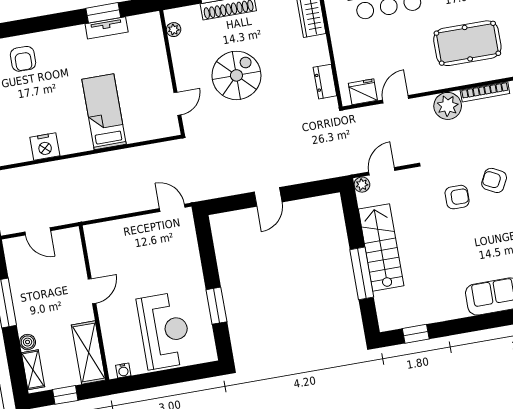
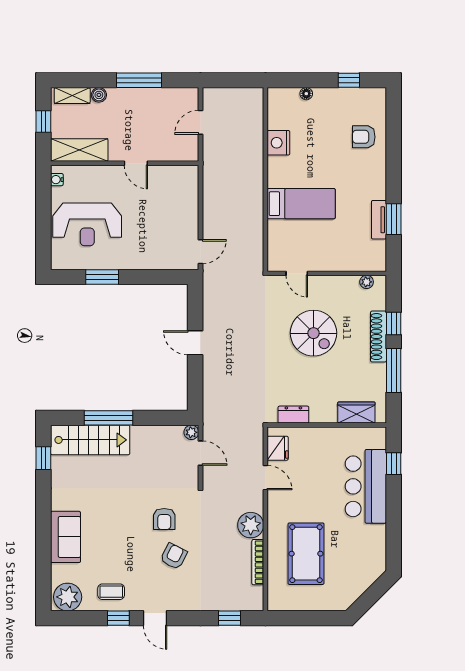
stairs: (381, 247) -> (90, 440), moved

